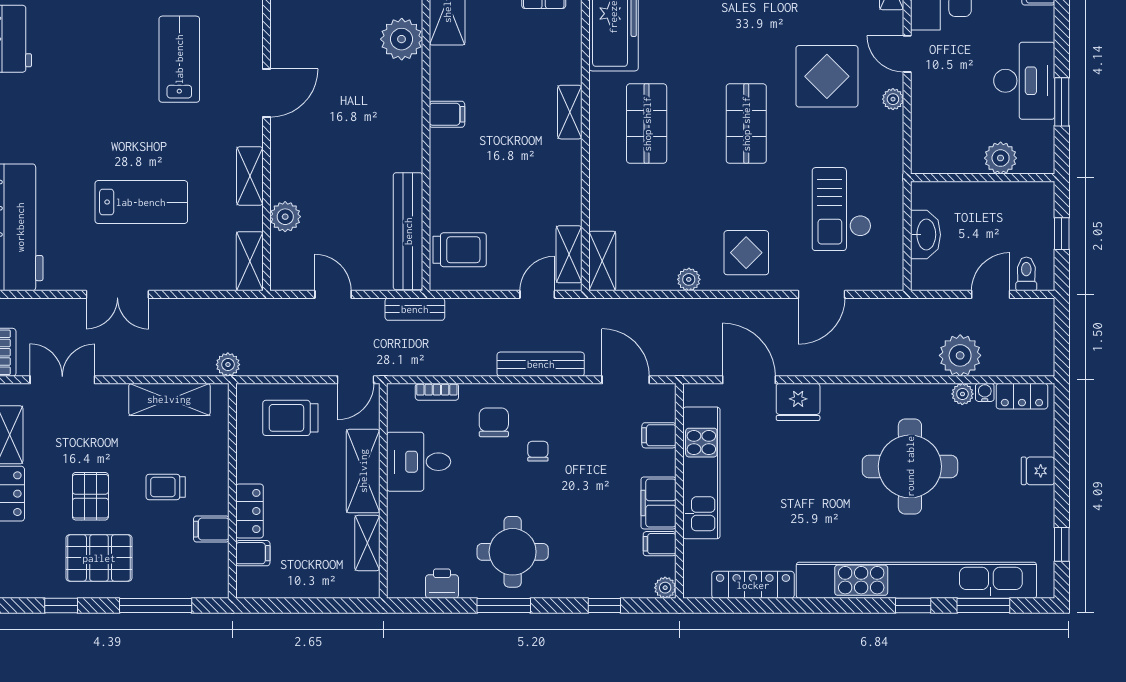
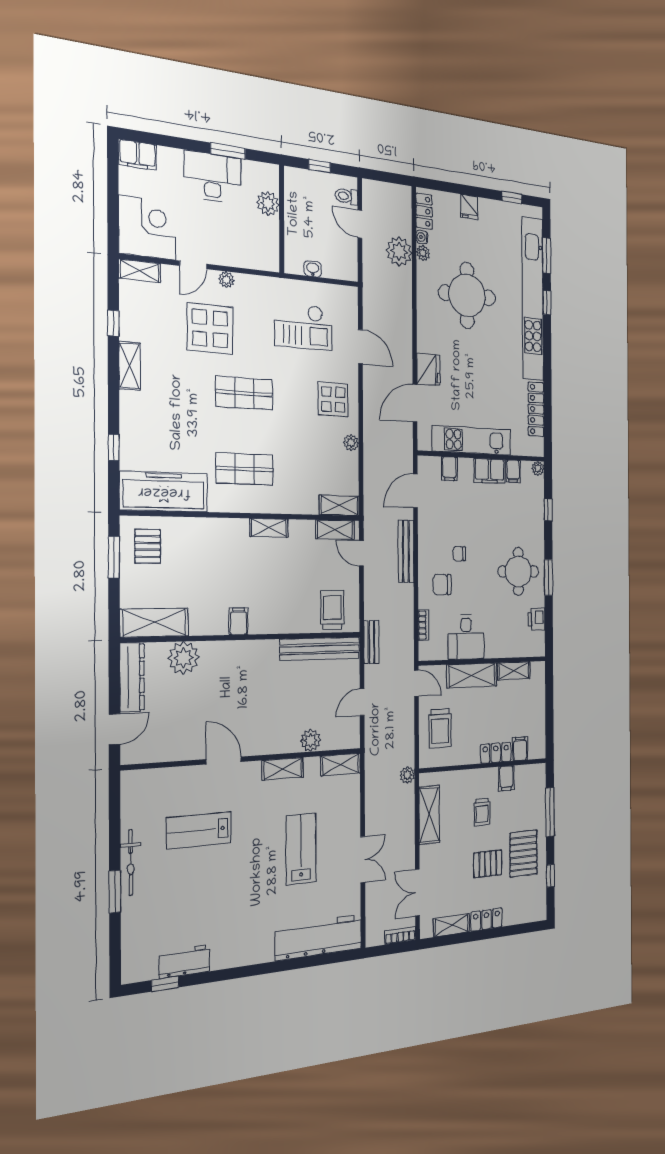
shelving: (570, 112) -> (269, 528), moved
washbasin: (925, 235) -> (313, 269), width x0.52, depth x0.69

